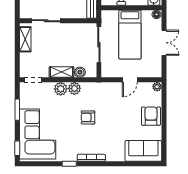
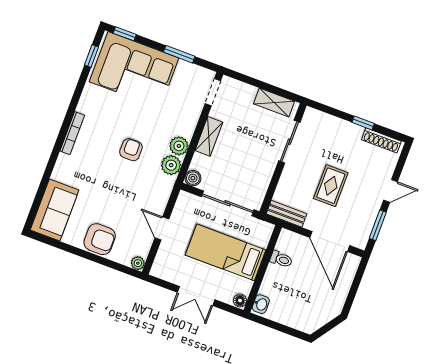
boiler: (80, 72) -> (193, 178), moved
plant: (61, 89) -> (171, 165), moved
window: (69, 164) -> (92, 56), moved

